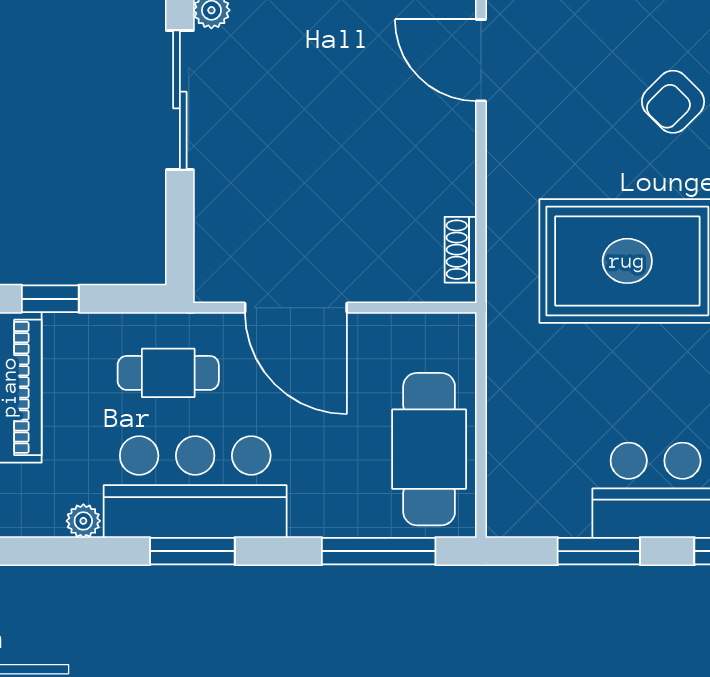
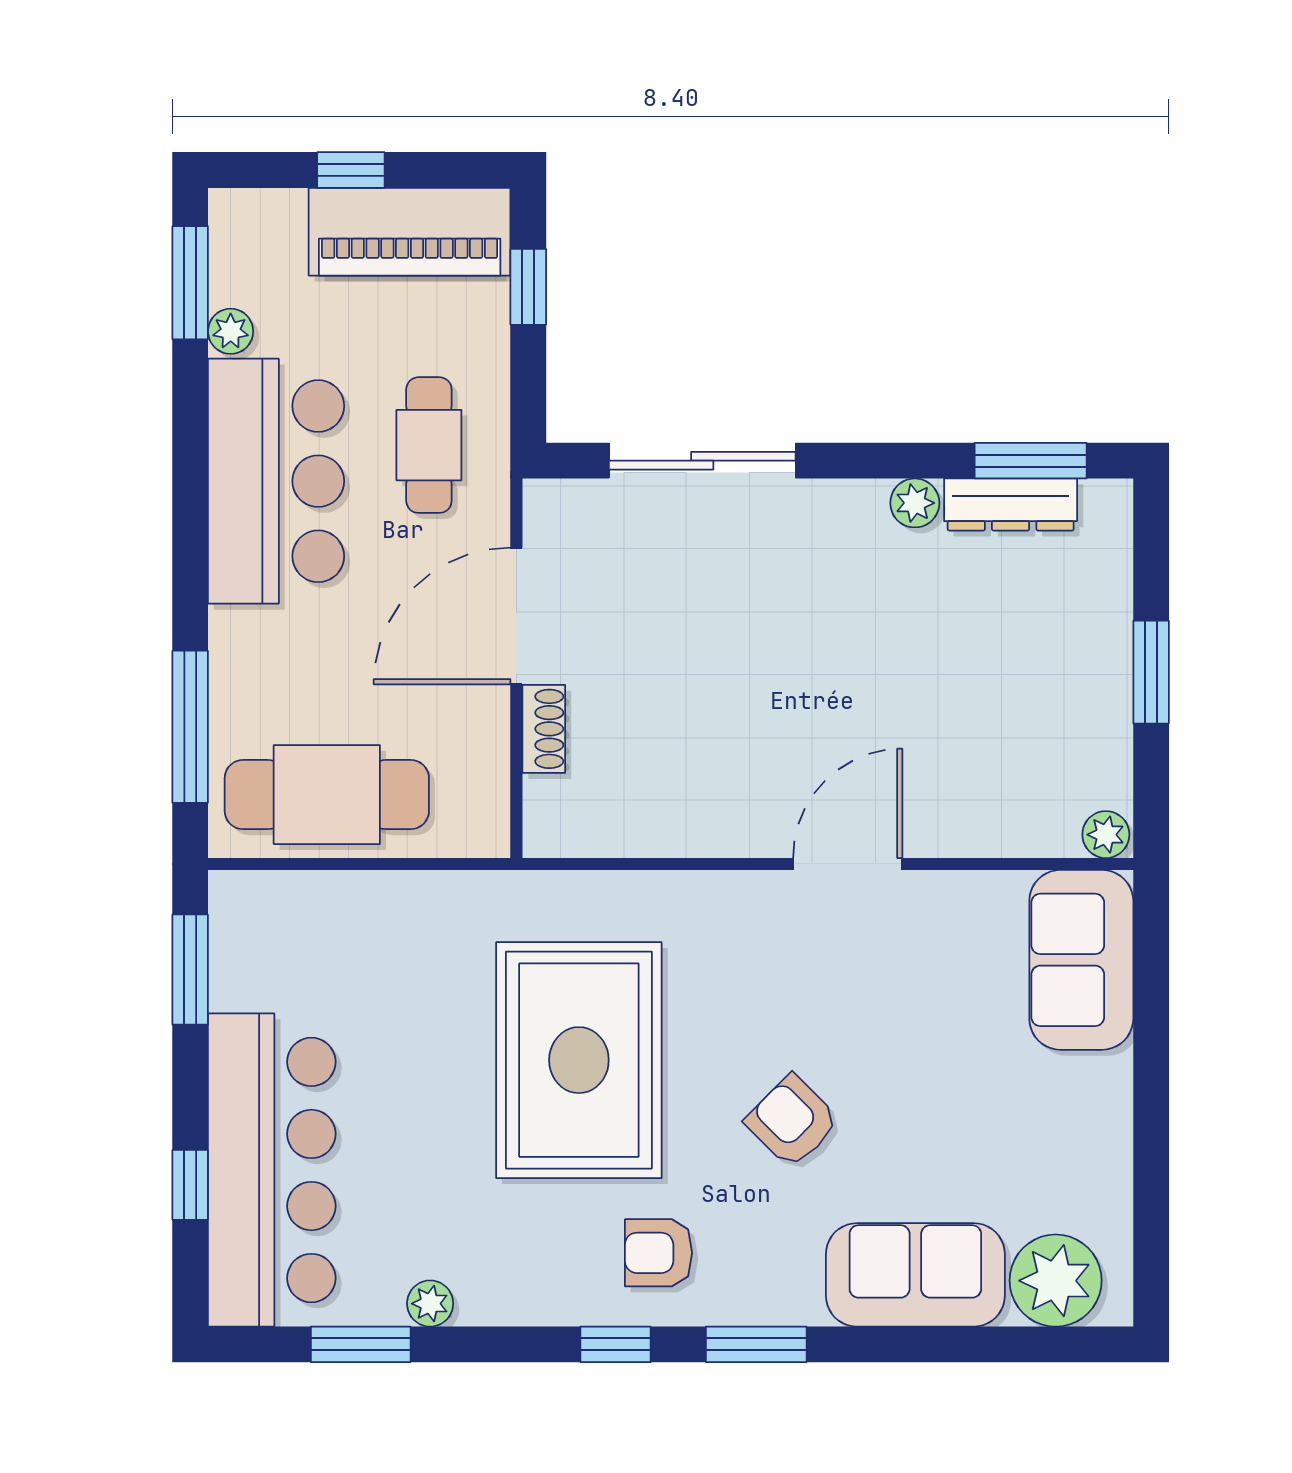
sliding door: (180, 100) -> (702, 461), moved
shoe rack: (461, 250) -> (544, 729), moved, turned 90
window: (192, 551) -> (190, 283), moved
window: (599, 551) -> (190, 970), moved

